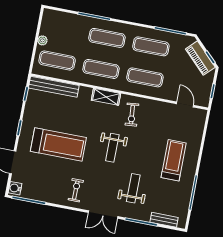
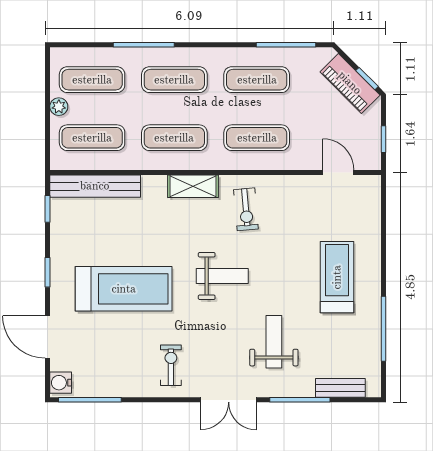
exercise mat: (63, 29) -> (92, 80), added
weight bench: (112, 148) -> (222, 276), turned -90

